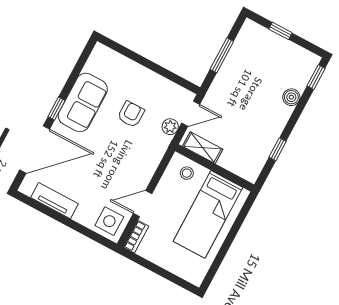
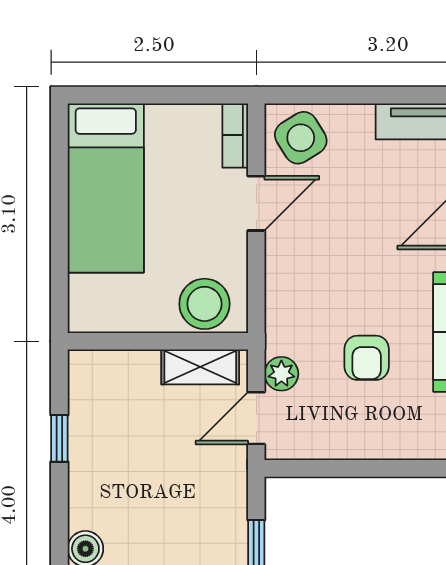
stool: (187, 173) -> (204, 304), width x1.89, depth x1.89
bed: (208, 214) -> (106, 188), moved, turned 180
side table: (109, 221) -> (301, 138), turned -32

